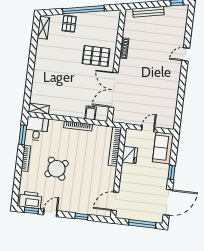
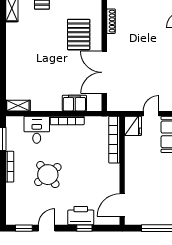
pallet: (96, 56) -> (79, 35), turned 90
filing cabinet: (91, 113) -> (74, 103), width x2.00
desk: (37, 129) -> (37, 130), moved
fridge: (130, 155) -> (133, 126), moved
printer: (30, 200) -> (81, 216), moved

